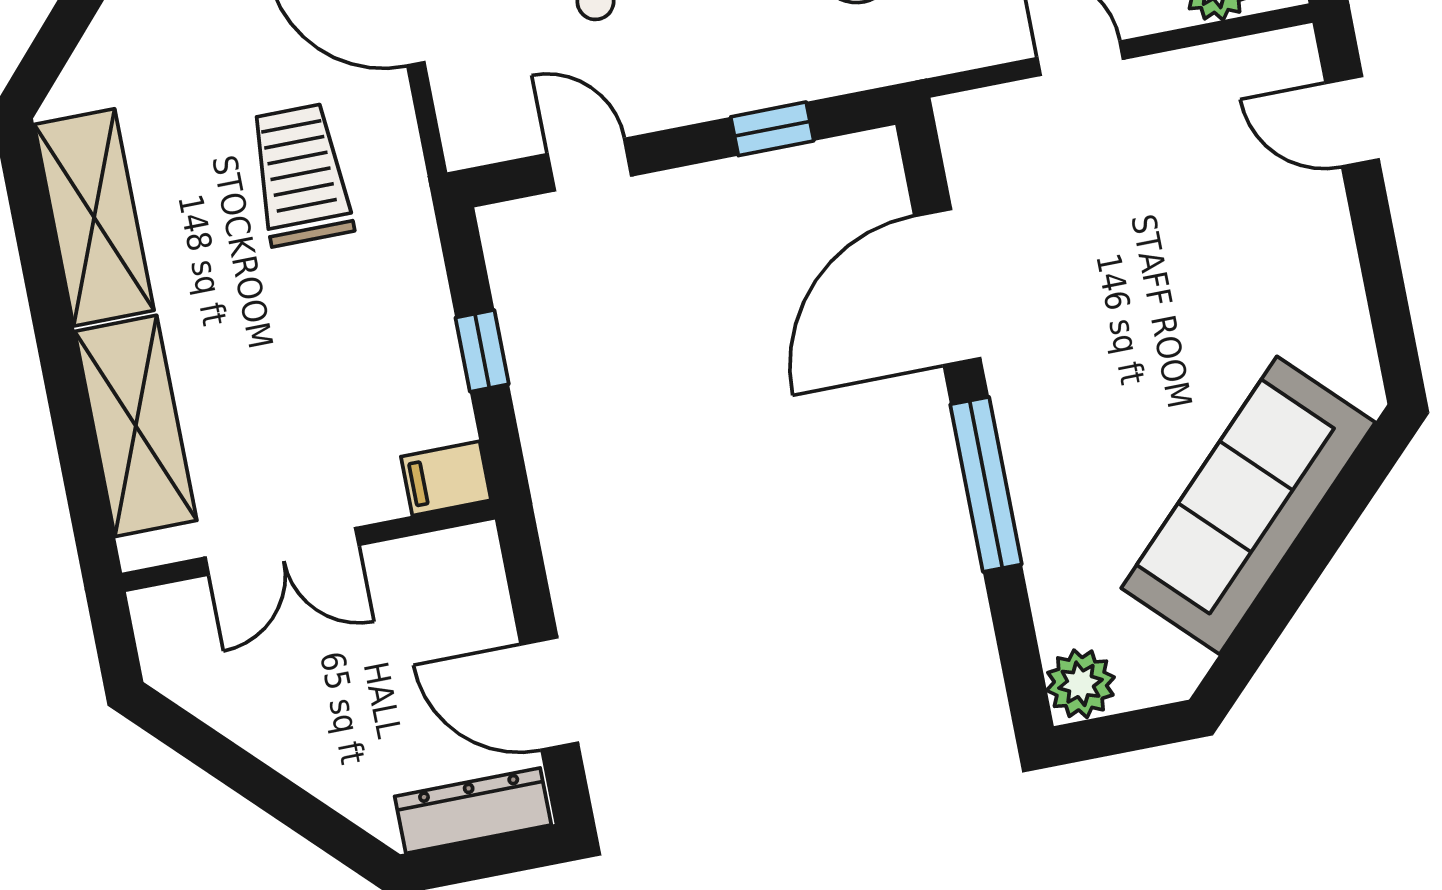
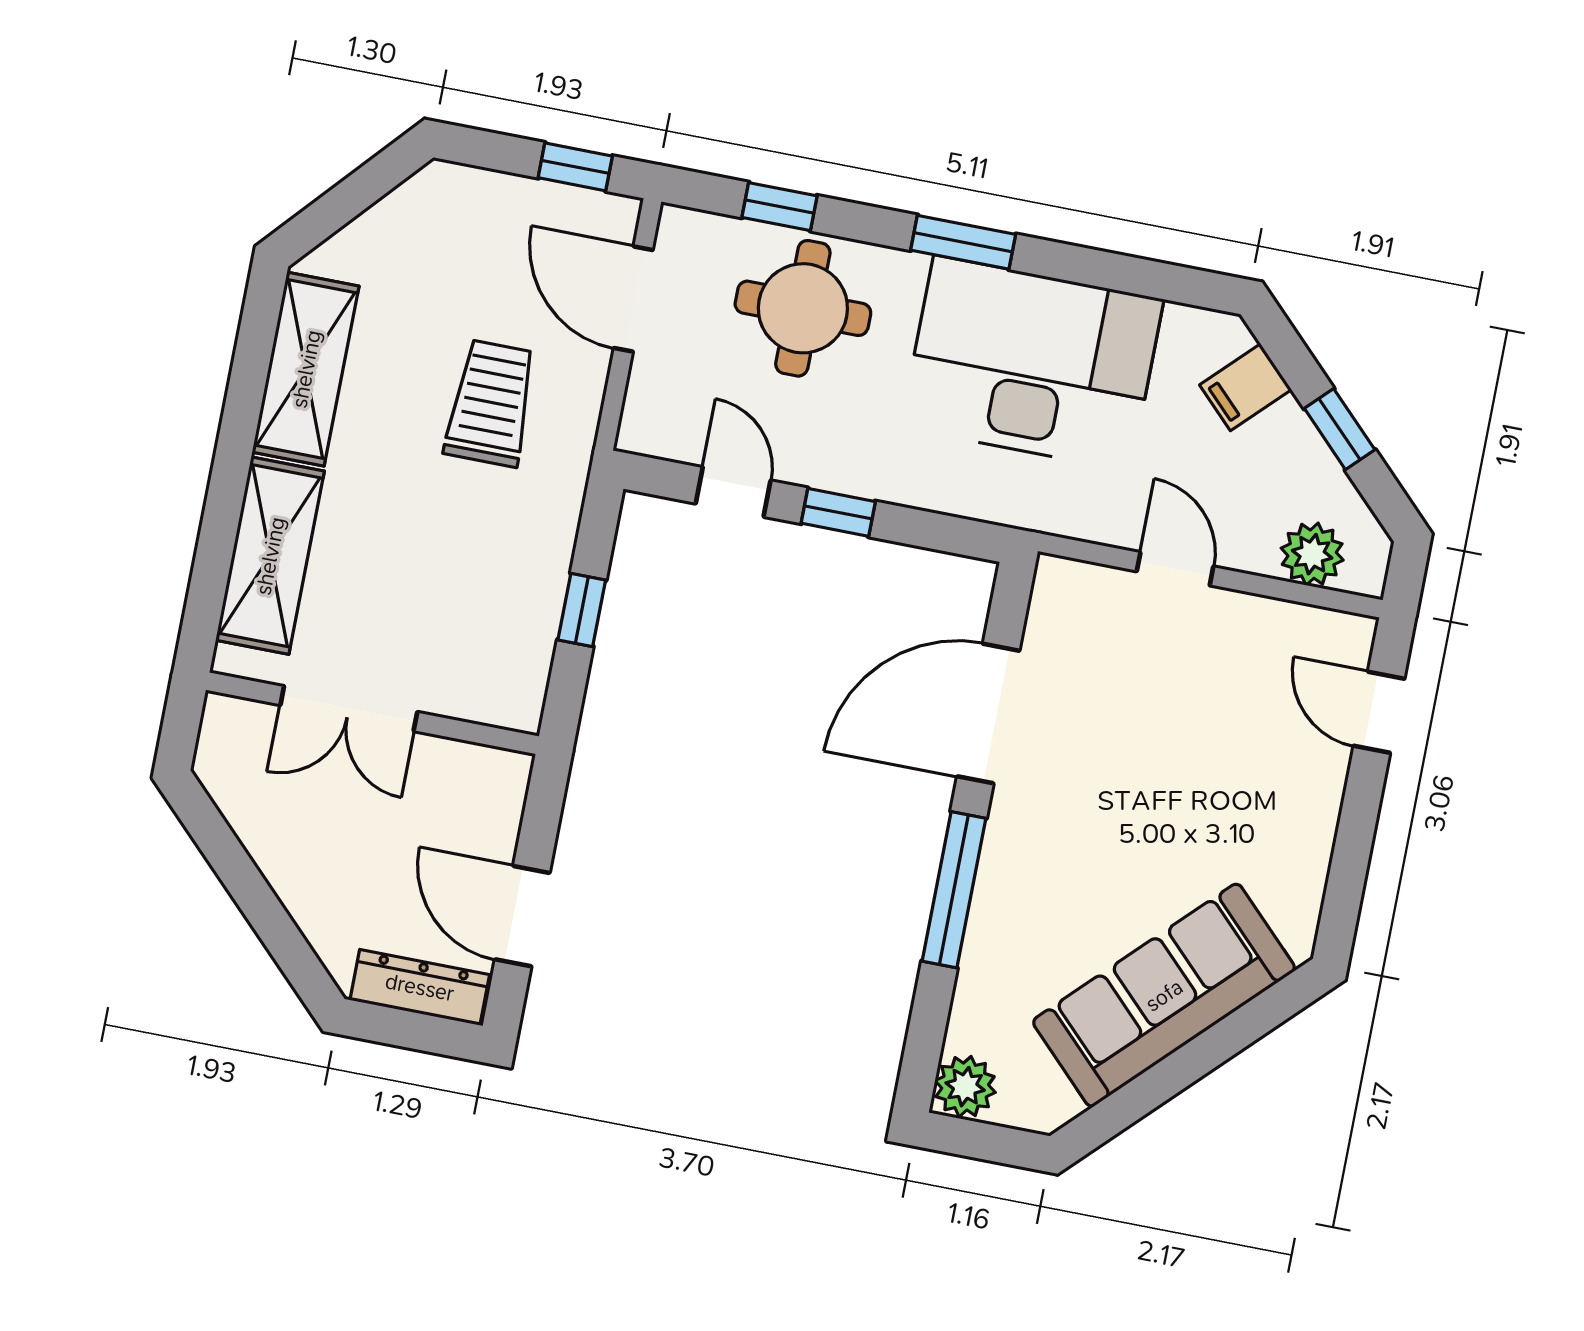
window: (772, 129) -> (838, 512), moved
filing cabinet: (446, 478) -> (509, 703), removed

